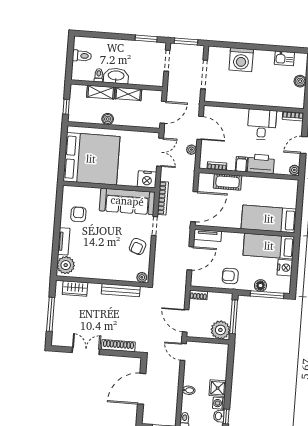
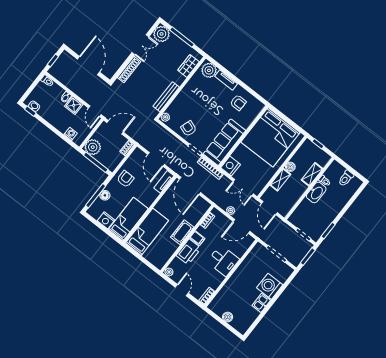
kitchen sink: (284, 58) -> (261, 303), moved
shelving: (128, 94) -> (280, 180), moved
desk: (262, 125) -> (223, 261), moved
cot: (228, 182) -> (182, 232), moved
plant: (61, 337) -> (162, 34), added
door: (183, 352) -> (95, 111), swing flipped
shower: (218, 388) -> (74, 105), moved
washing machine: (219, 403) -> (71, 134), moved

